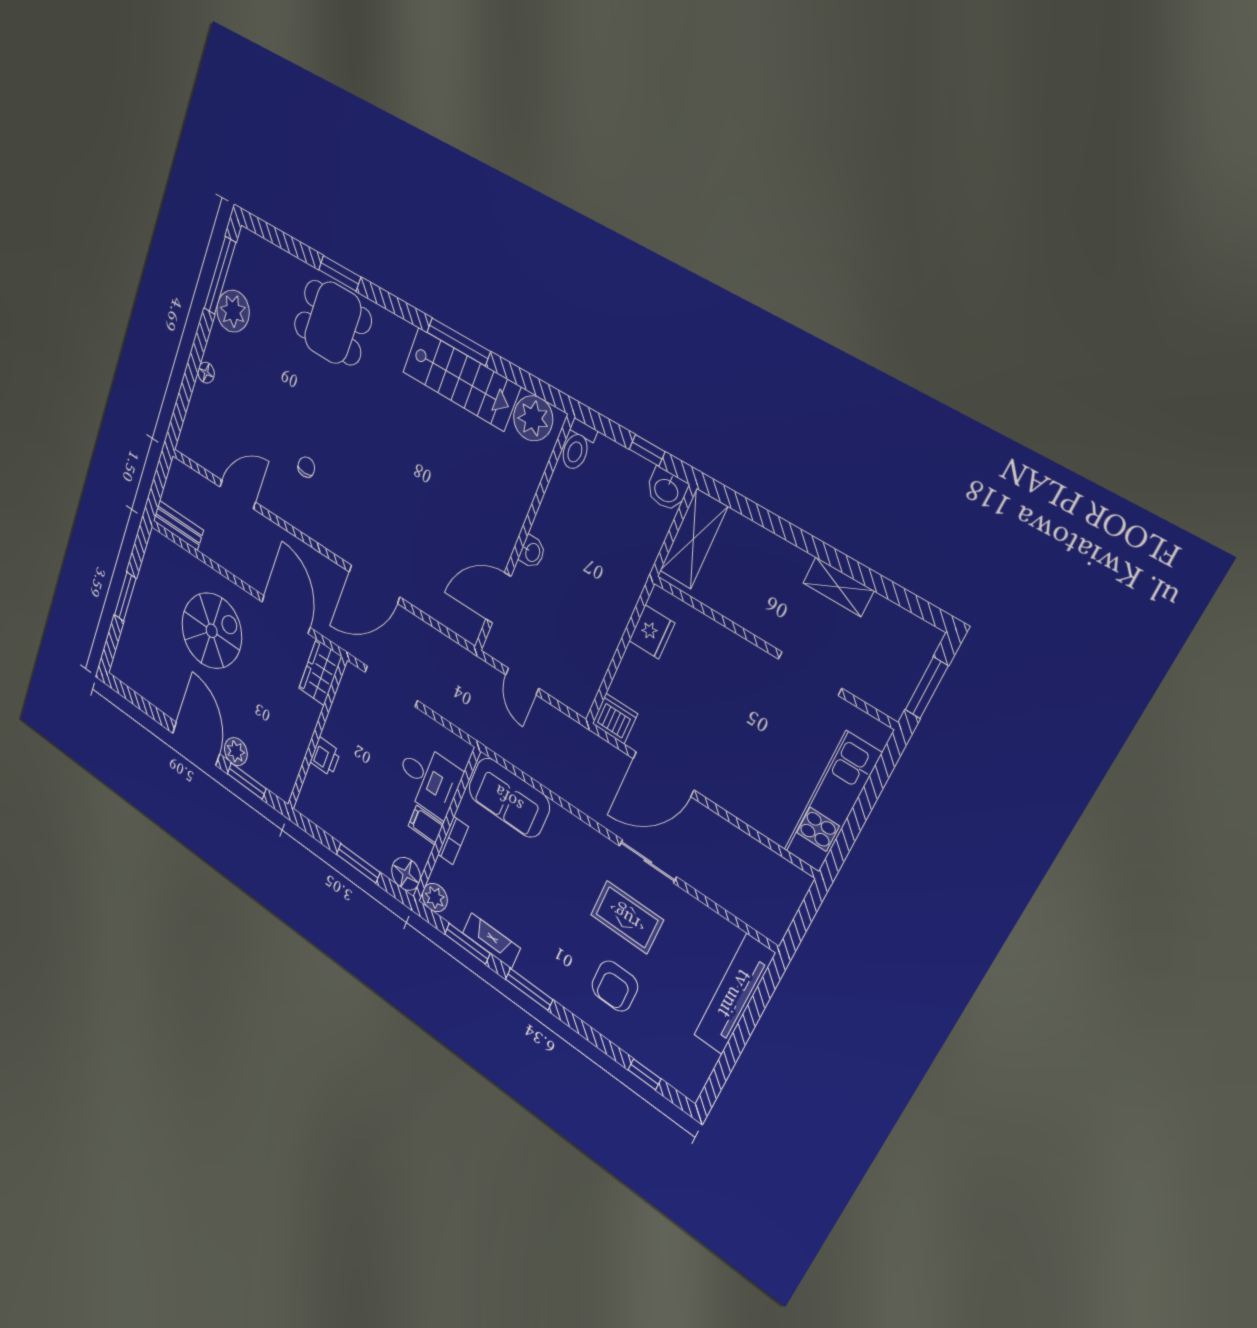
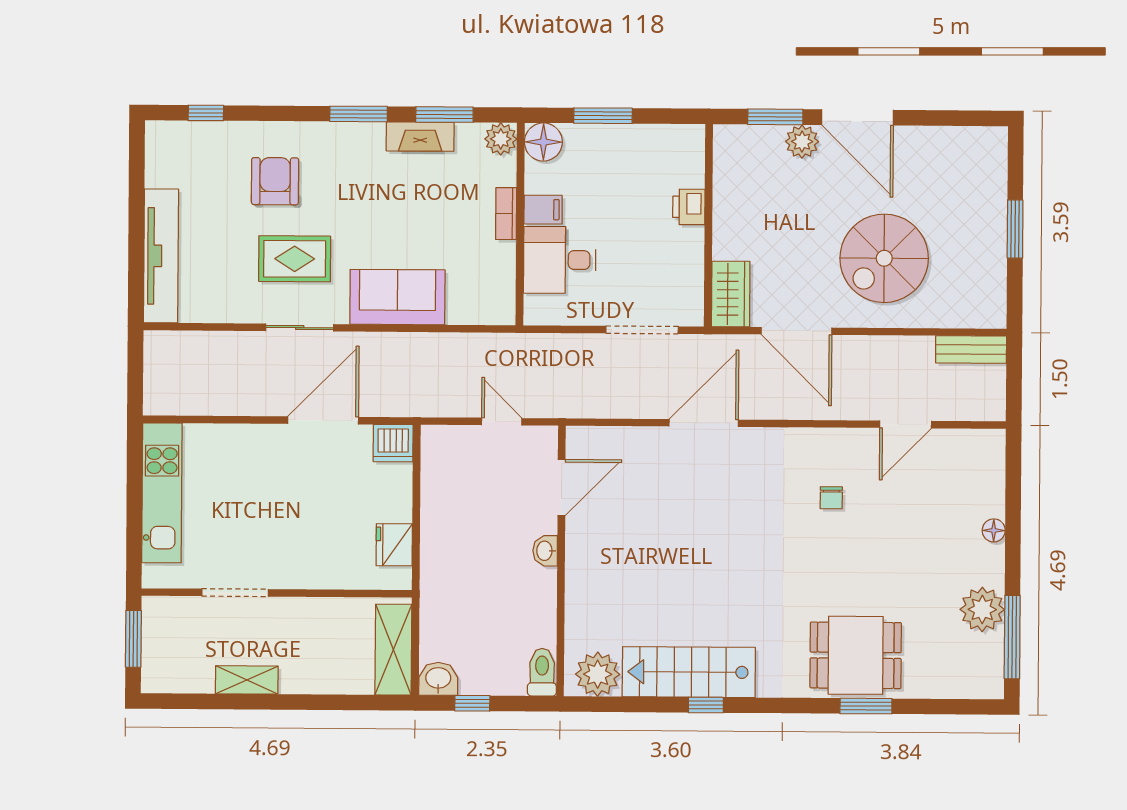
window: (459, 342) -> (706, 705), width x0.46
sofa: (509, 798) -> (397, 297), moved

